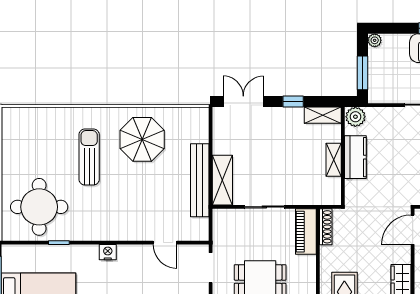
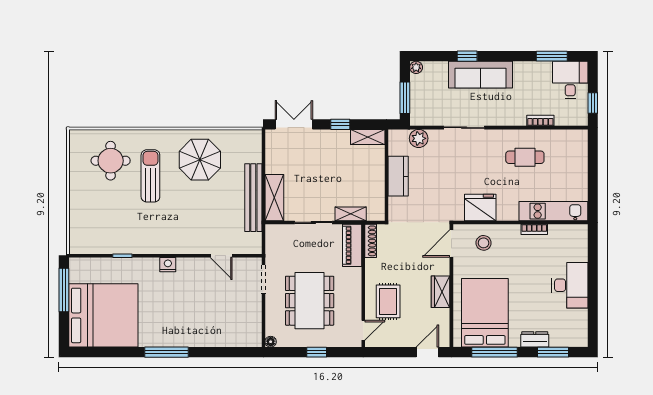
plant: (355, 117) -> (419, 138), moved
shelving: (334, 160) -> (351, 214), moved, turned 90
round table: (39, 207) -> (111, 161), moved, width x0.73, depth x0.73

